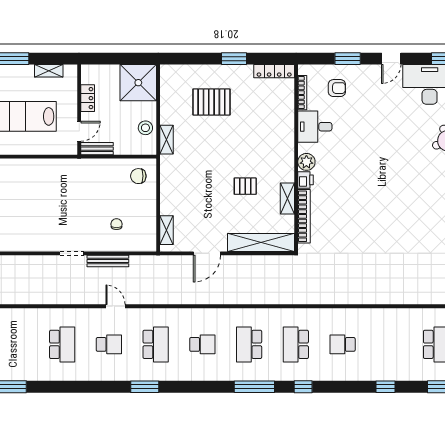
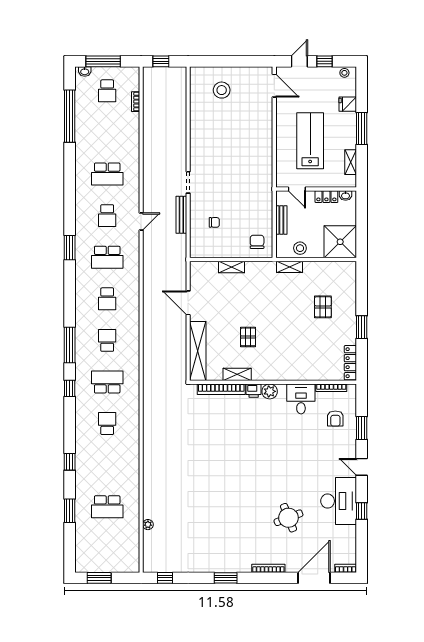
washbasin: (86, 77) -> (346, 196), added
pallet: (211, 102) -> (323, 307), width x0.67, depth x0.71
bench: (97, 149) -> (281, 220), moved
shelving: (167, 230) -> (232, 267), moved
school desk: (249, 344) -> (107, 340), width x0.54

